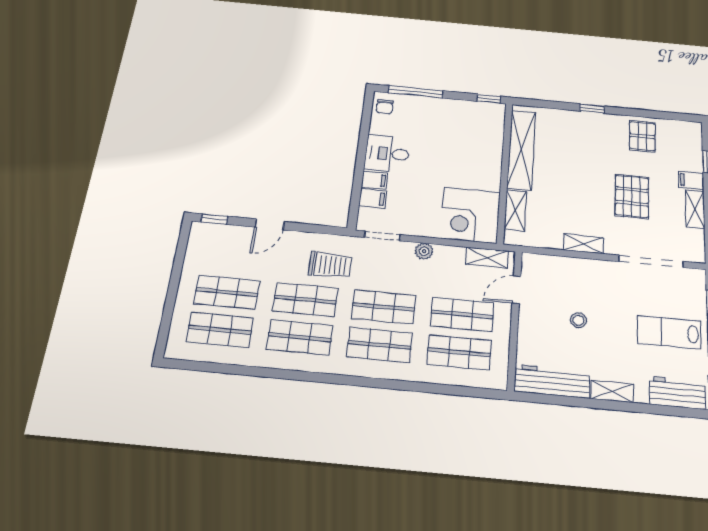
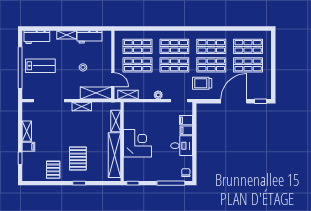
pallet: (632, 196) -> (78, 158), moved
corner desk: (470, 215) -> (137, 143), moved
door: (270, 224) -> (234, 101), width x1.88
shelving: (553, 267) -> (96, 93), added
door: (516, 290) -> (113, 80), hinge flipped
workbench: (552, 381) -> (89, 37), width x0.73

